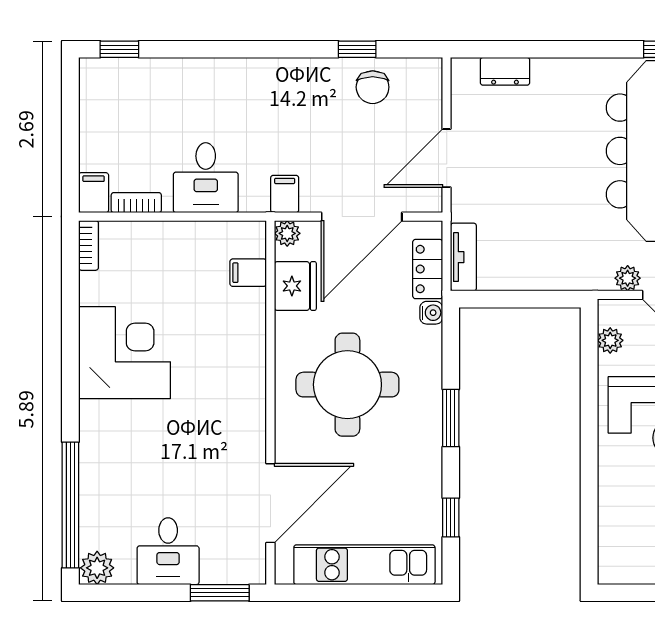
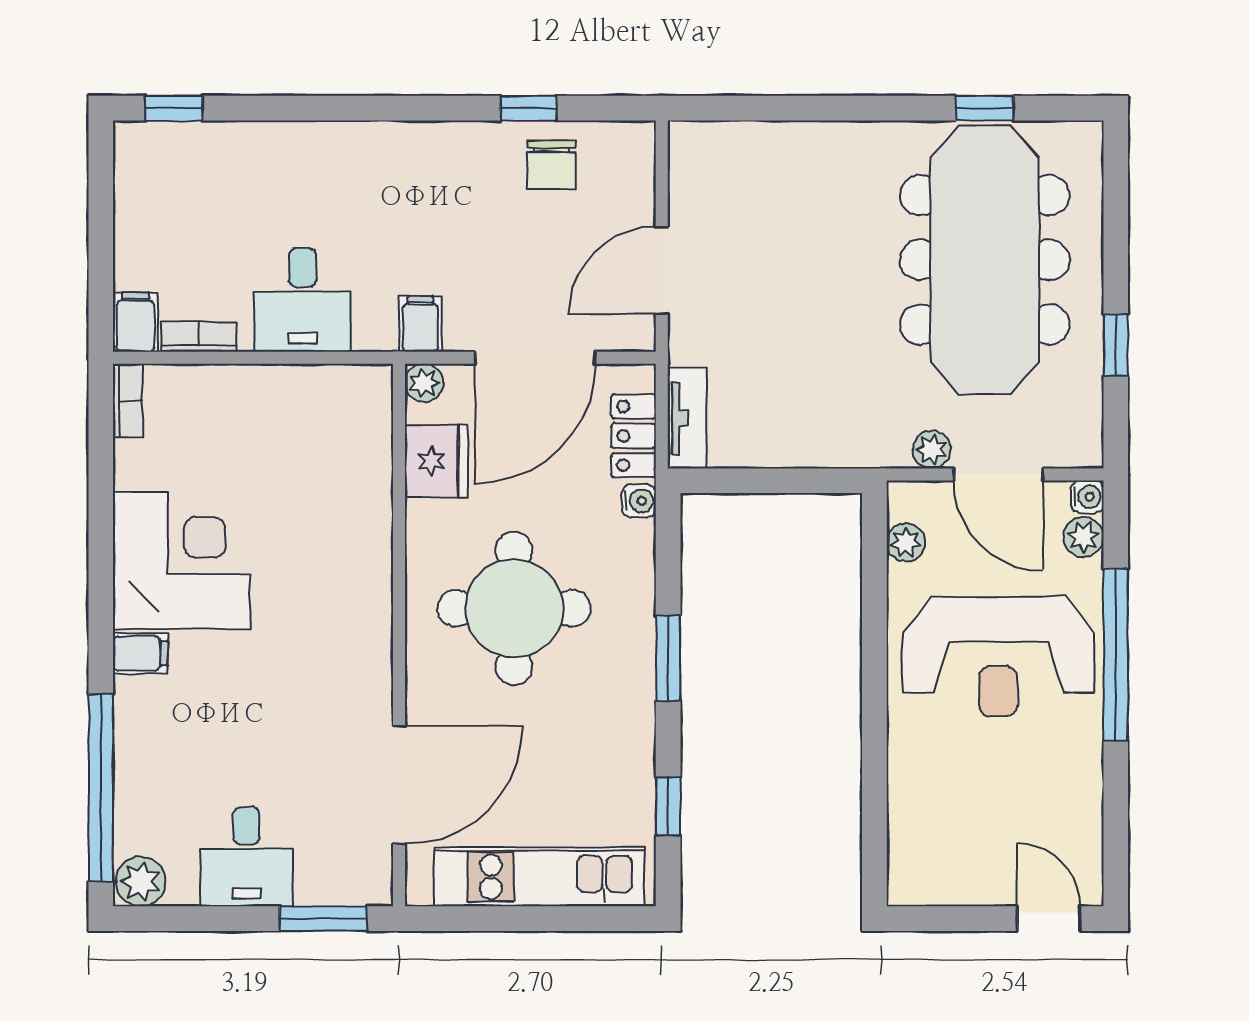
dresser: (505, 71) -> (749, 141), removed
filing cabinet: (248, 273) -> (140, 653), moved, turned 180

